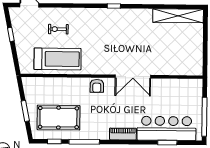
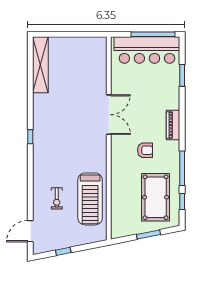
treadmill: (58, 59) -> (90, 199), turned 180
armchair: (97, 86) -> (145, 150), moved
bar counter: (166, 128) -> (147, 50), moved, turned -90

